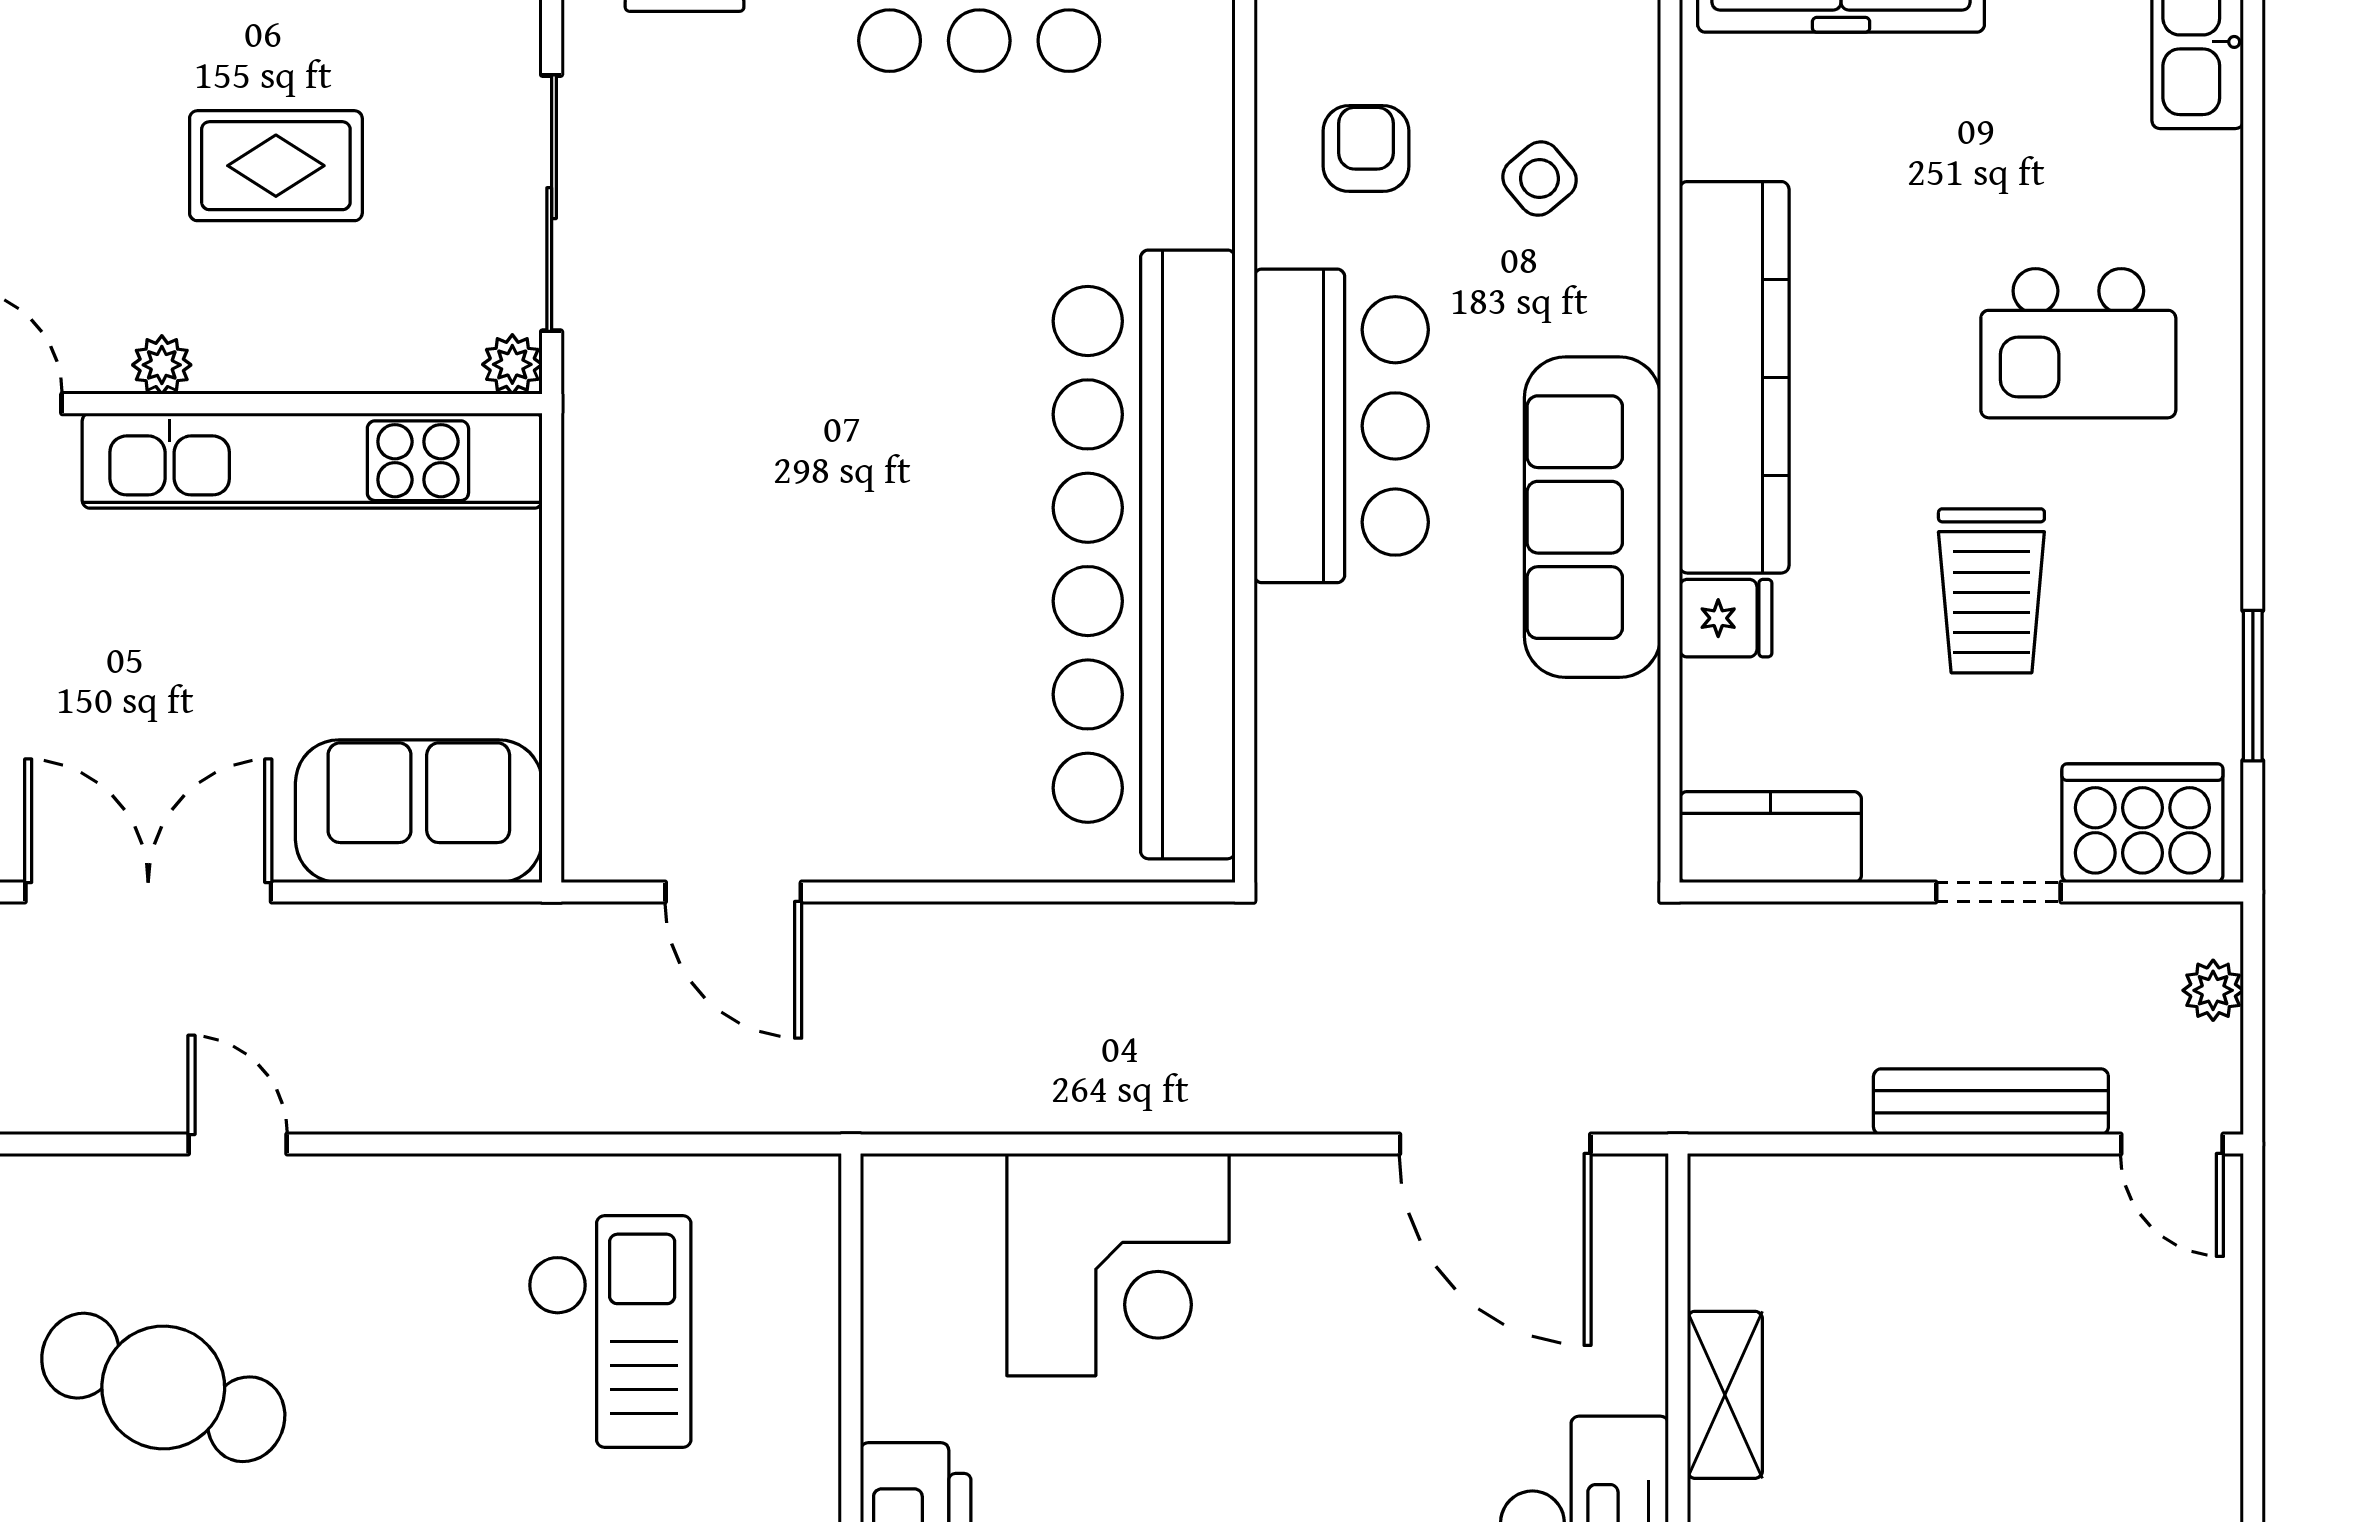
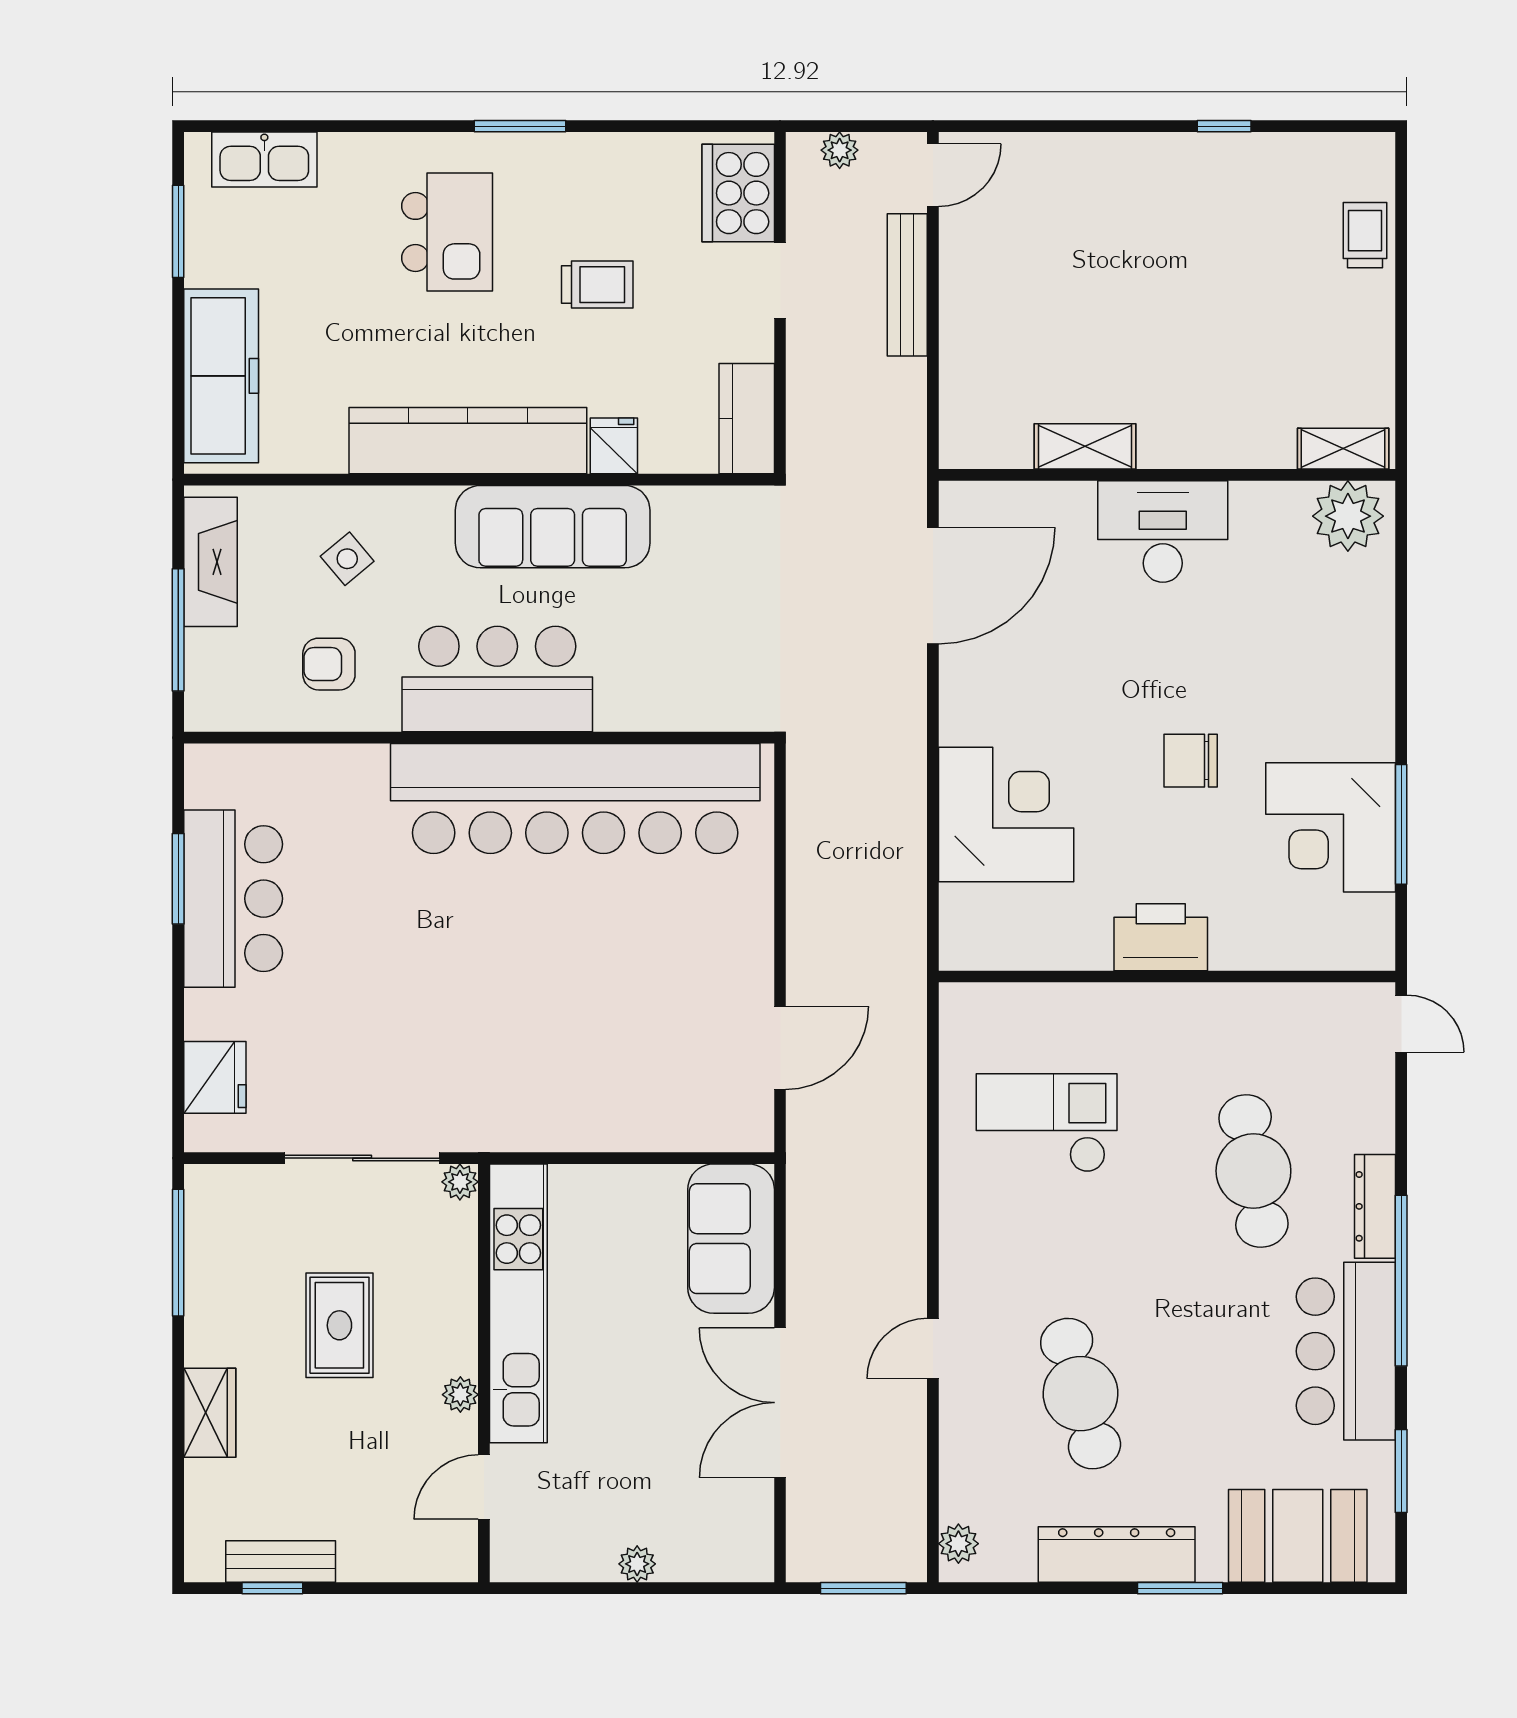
trolley: (1991, 591) -> (597, 285), width x0.73, depth x0.72
window: (2253, 686) -> (520, 126), moved
cafe table: (163, 1387) -> (1081, 1394), turned -36

